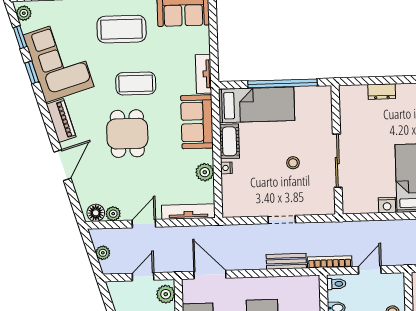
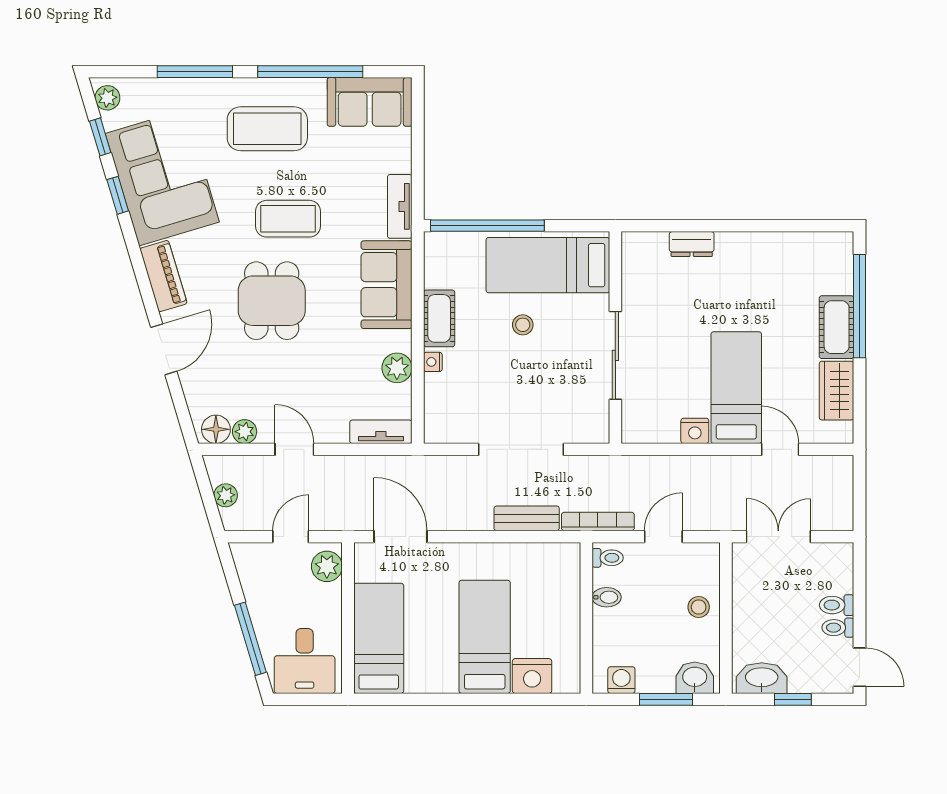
window: (282, 83) -> (487, 226), moved
bed: (256, 105) -> (548, 265), moved, turned 180
stool: (293, 163) -> (523, 325), moved
tv unit: (188, 212) -> (381, 432), width x0.71
doorway: (282, 220) -> (521, 449), width x1.88
door: (144, 224) -> (294, 449), hinge flipped

